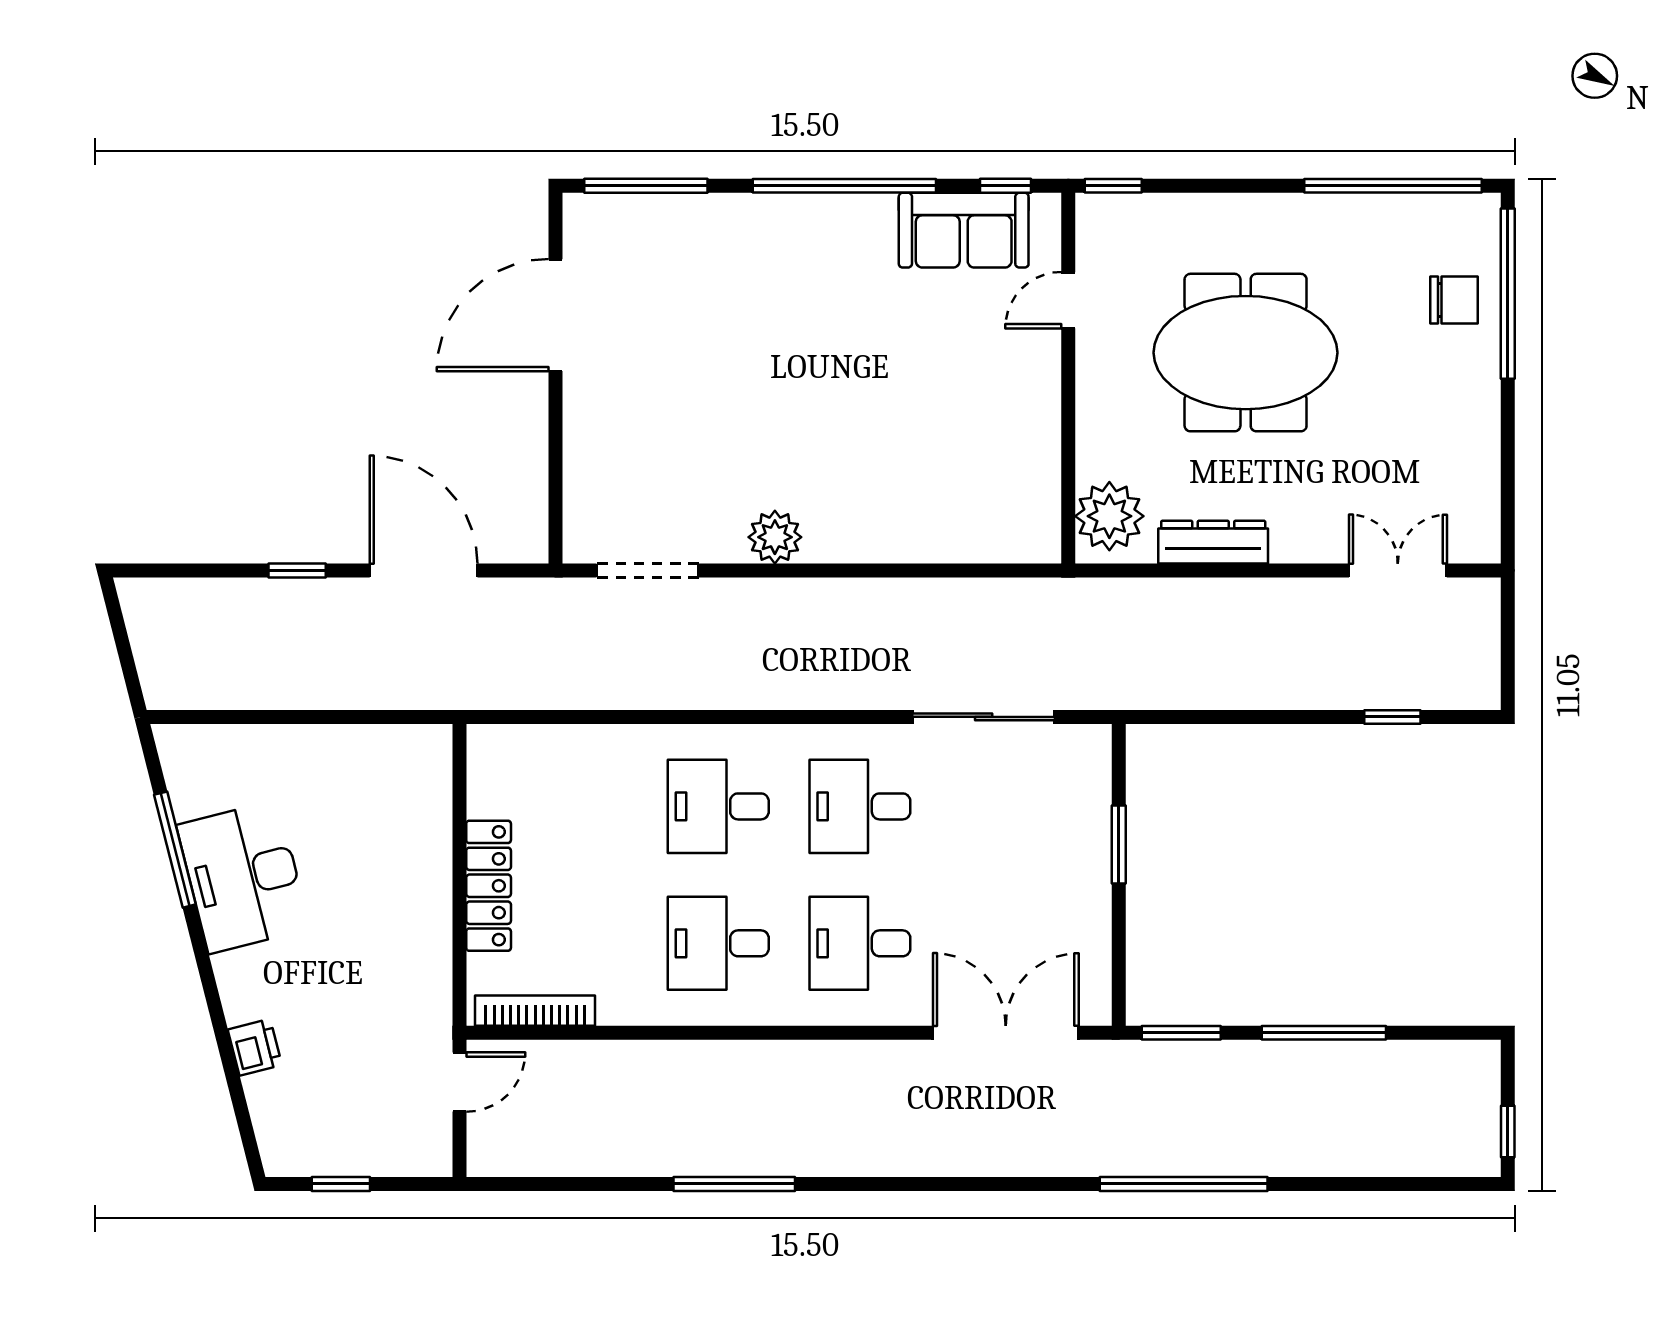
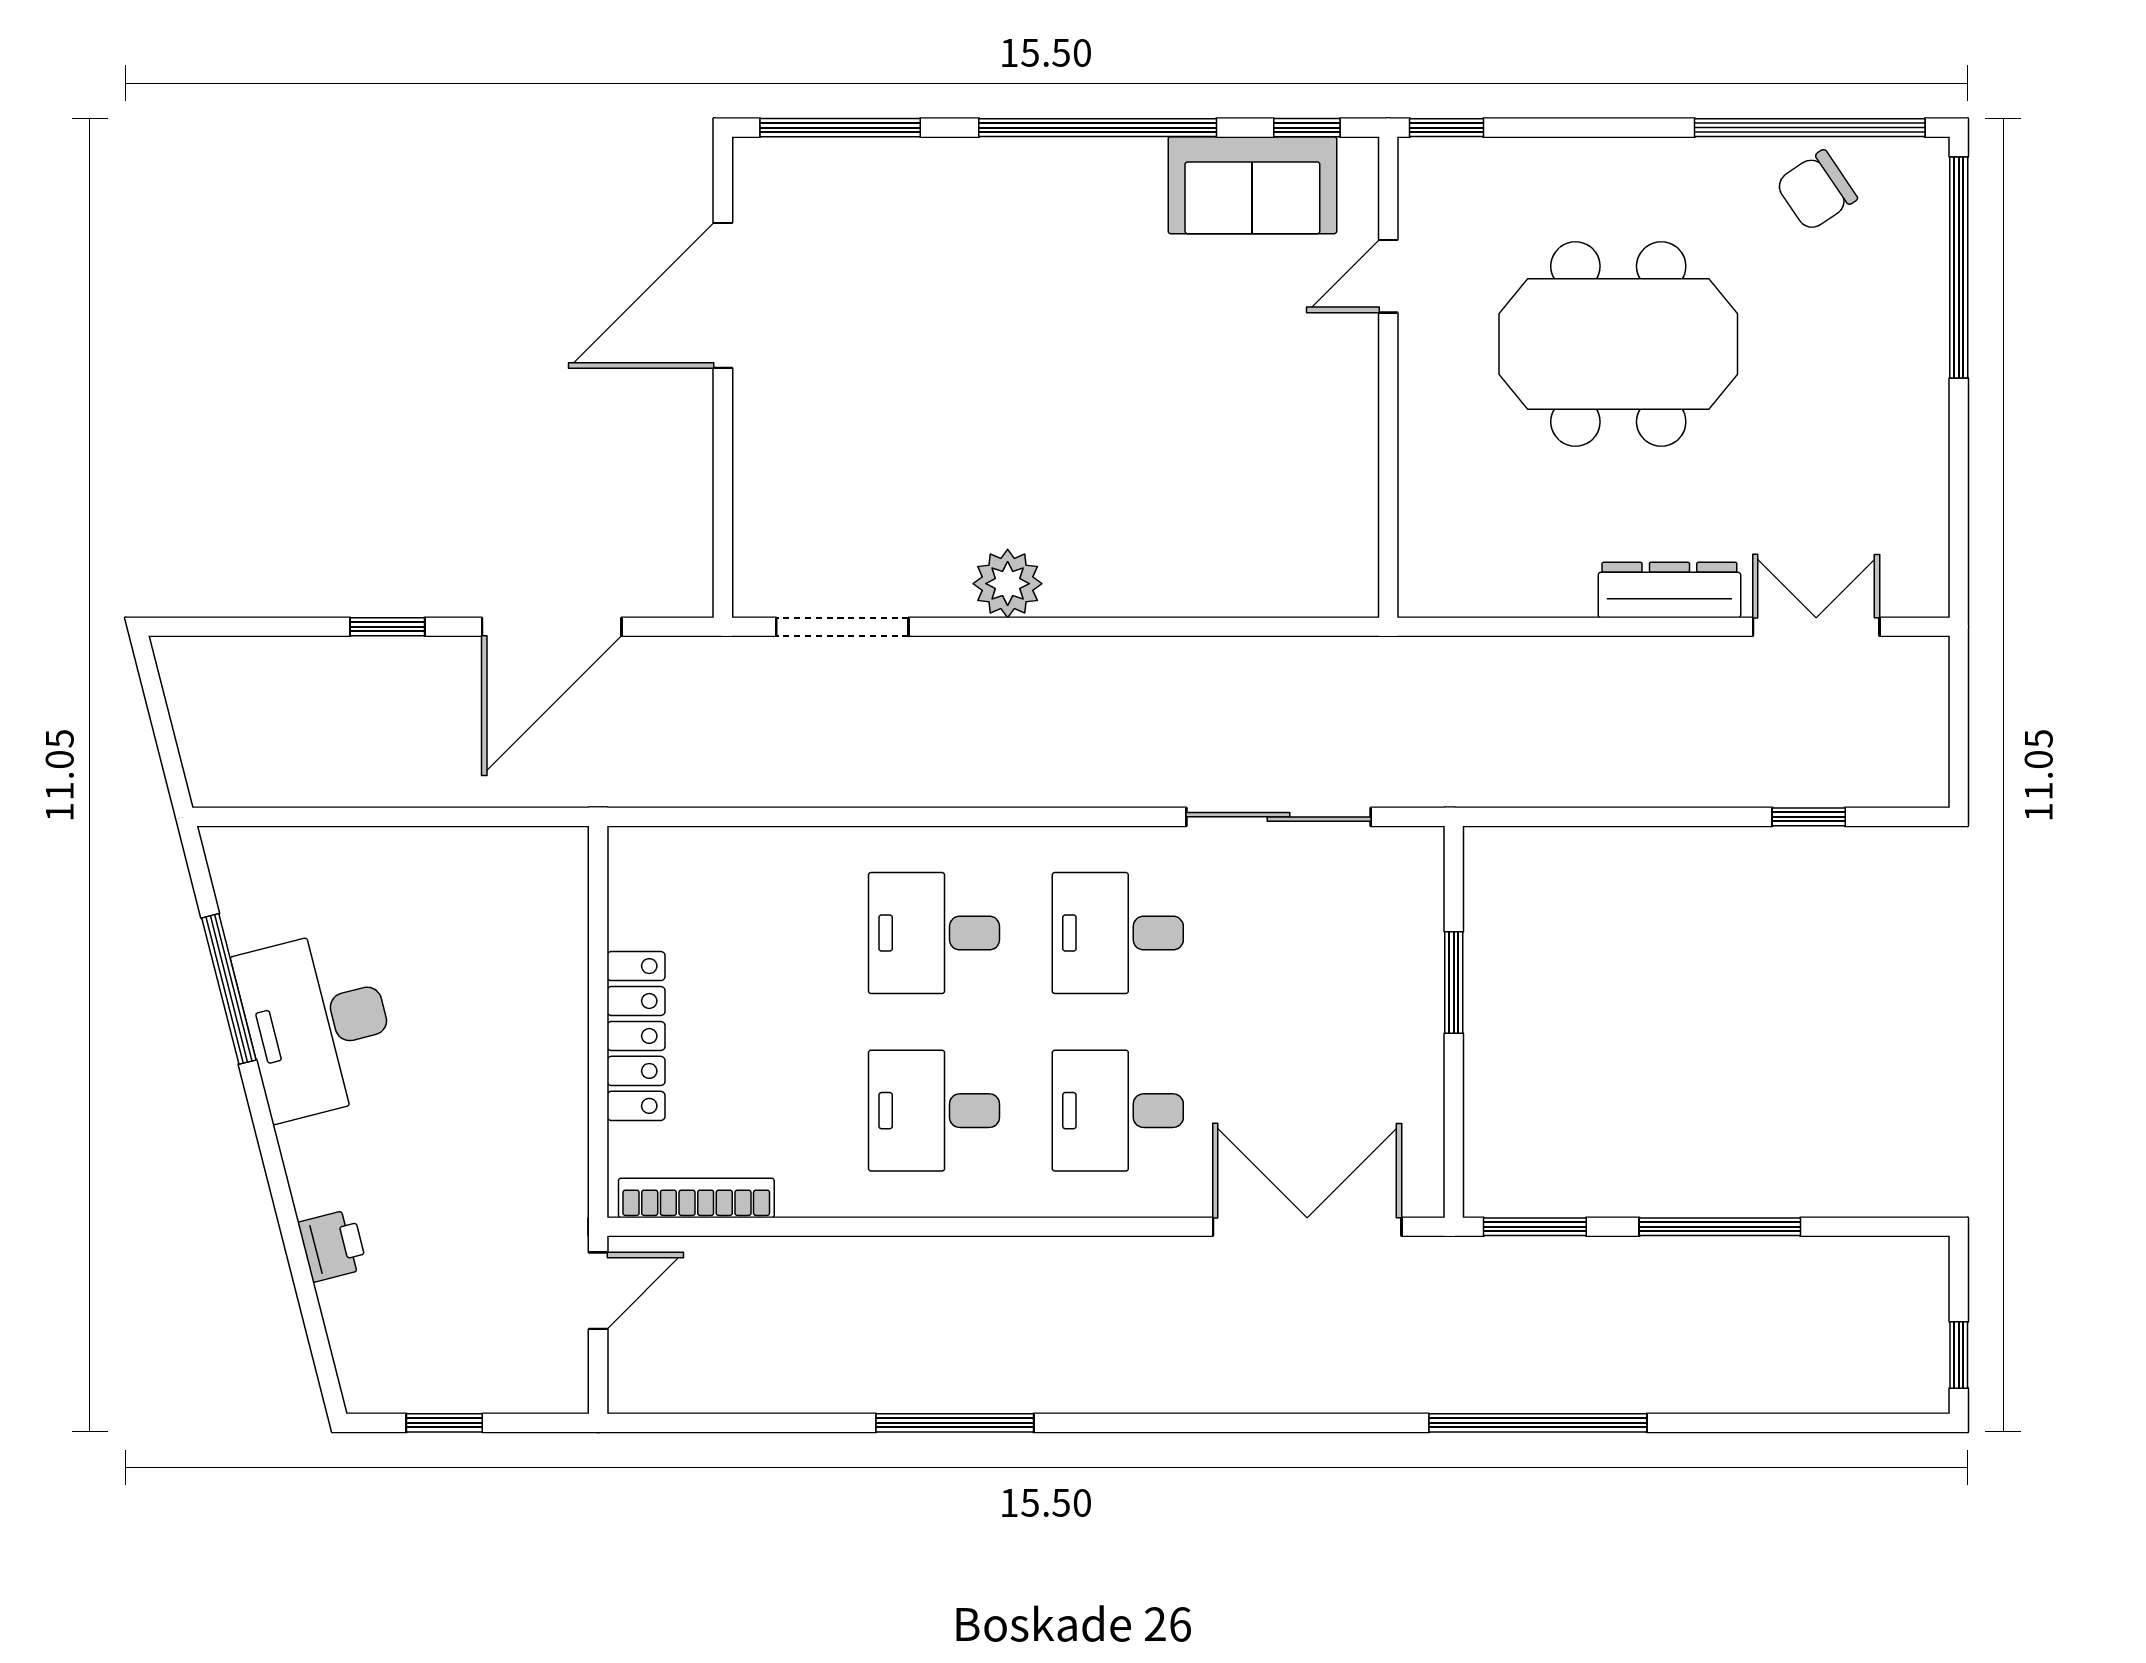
chair: (1454, 300) -> (1816, 191), moved, turned 146
plant: (1109, 516) -> (1442, 556), removed
dresser: (1213, 542) -> (1669, 590), moved
door: (424, 570) -> (552, 627), swing flipped

